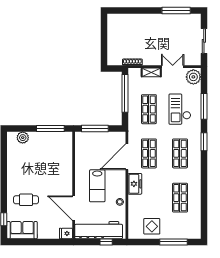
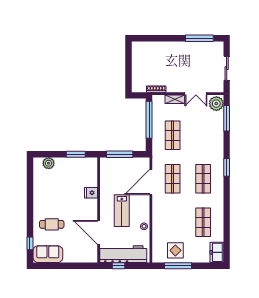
double door: (173, 67) -> (196, 94), swing flipped
window: (204, 106) -> (227, 118), moved
checkout: (180, 109) -> (203, 135), removed
window: (50, 129) -> (76, 154), width x0.69
freezer: (135, 184) -> (217, 252), moved, turned 180
fridge: (66, 233) -> (91, 193), moved
window: (106, 242) -> (118, 266), moved
window: (173, 242) -> (178, 266), moved

